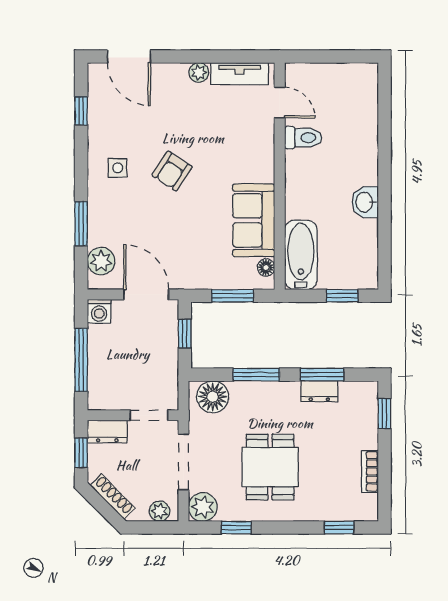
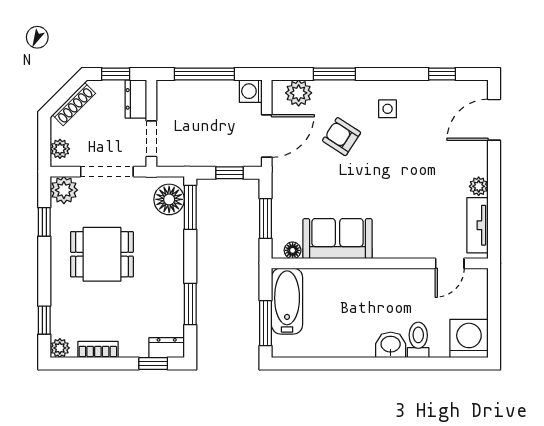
washing machine: (358, 83) -> (469, 338), added
toilet: (303, 138) -> (418, 340), moved, turned 180
armchair: (172, 171) -> (342, 137), moved
washbasin: (365, 202) -> (391, 345), moved
bathtub: (301, 255) -> (287, 301), moved, turned -90
window: (342, 296) -> (266, 323), width x1.50
window: (256, 375) -> (190, 207), moved
dresser: (319, 391) -> (167, 348), moved, turned 90
plant: (368, 511) -> (60, 348), added

